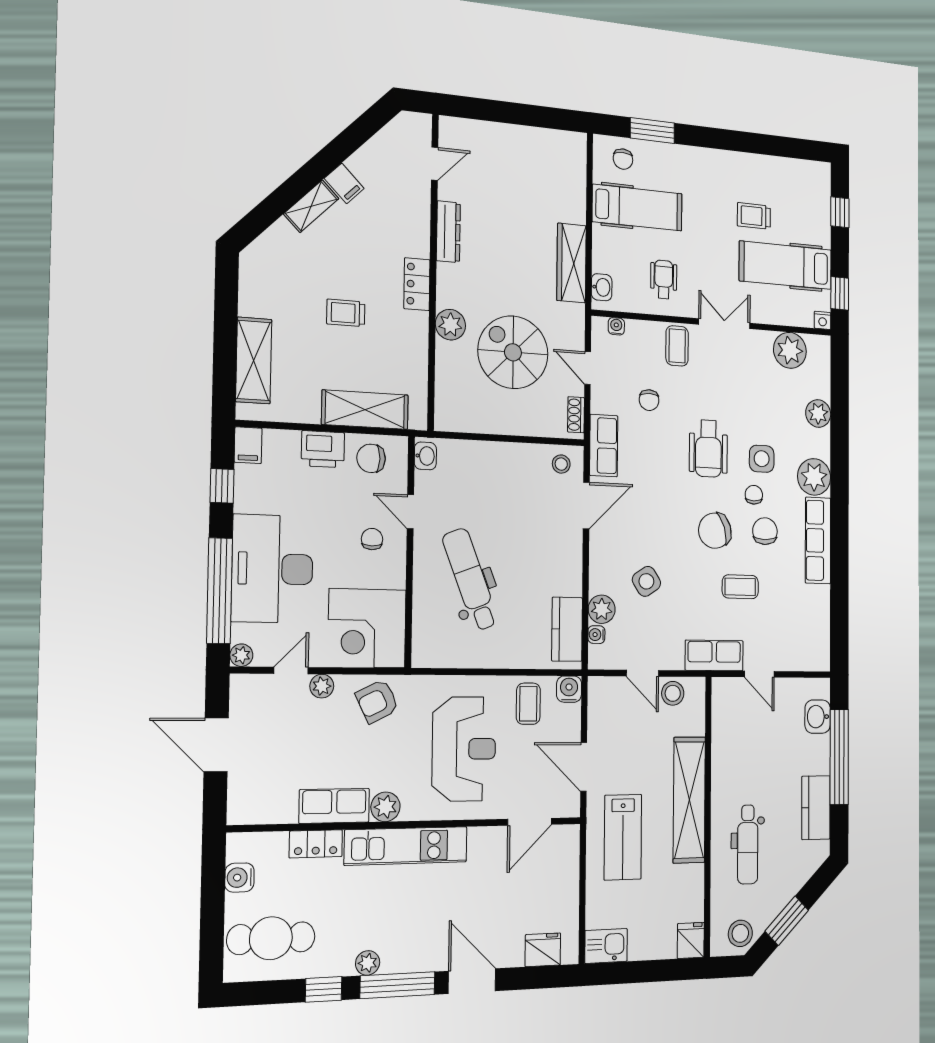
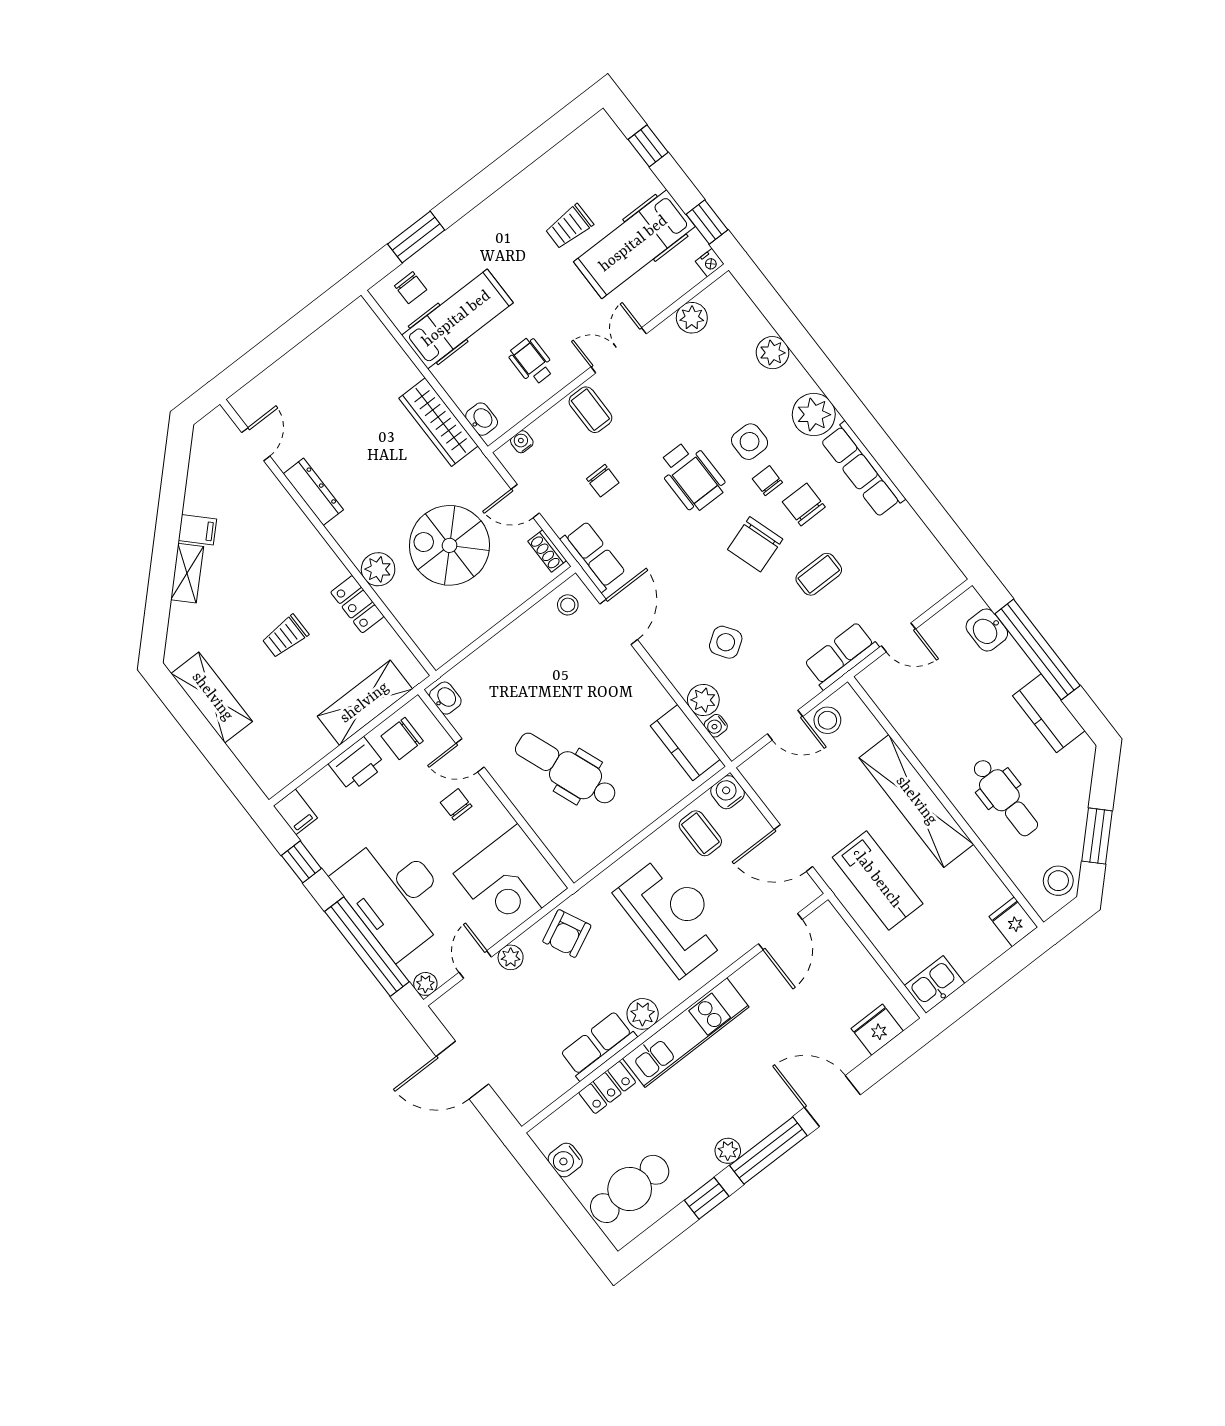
locker: (417, 284) -> (357, 604), moved
plant: (790, 350) -> (692, 318), width x0.73, depth x0.73
shelving: (254, 360) -> (212, 697), moved

